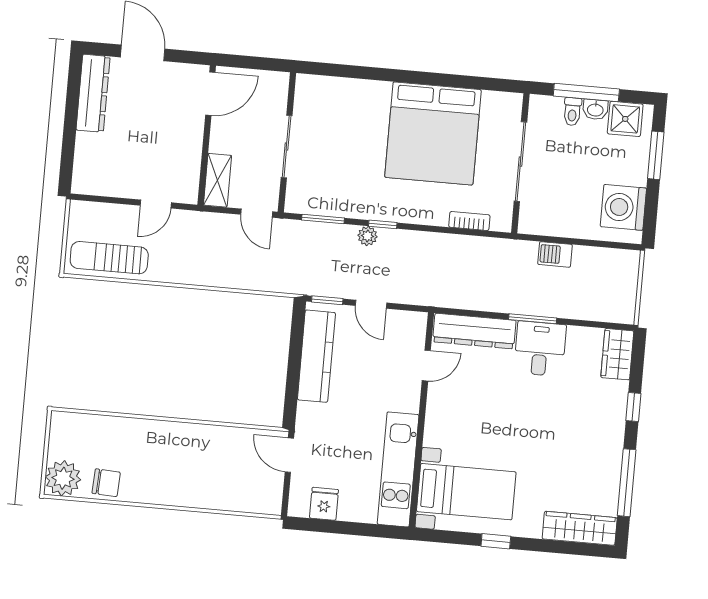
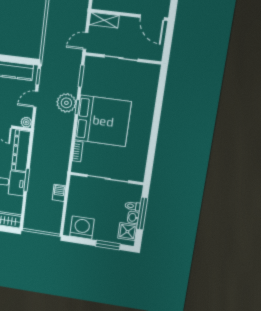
bed: (433, 133) -> (103, 121), moved, turned 180
plant: (368, 236) -> (66, 103), width x1.87, depth x1.87
plant: (417, 322) -> (26, 122), added

